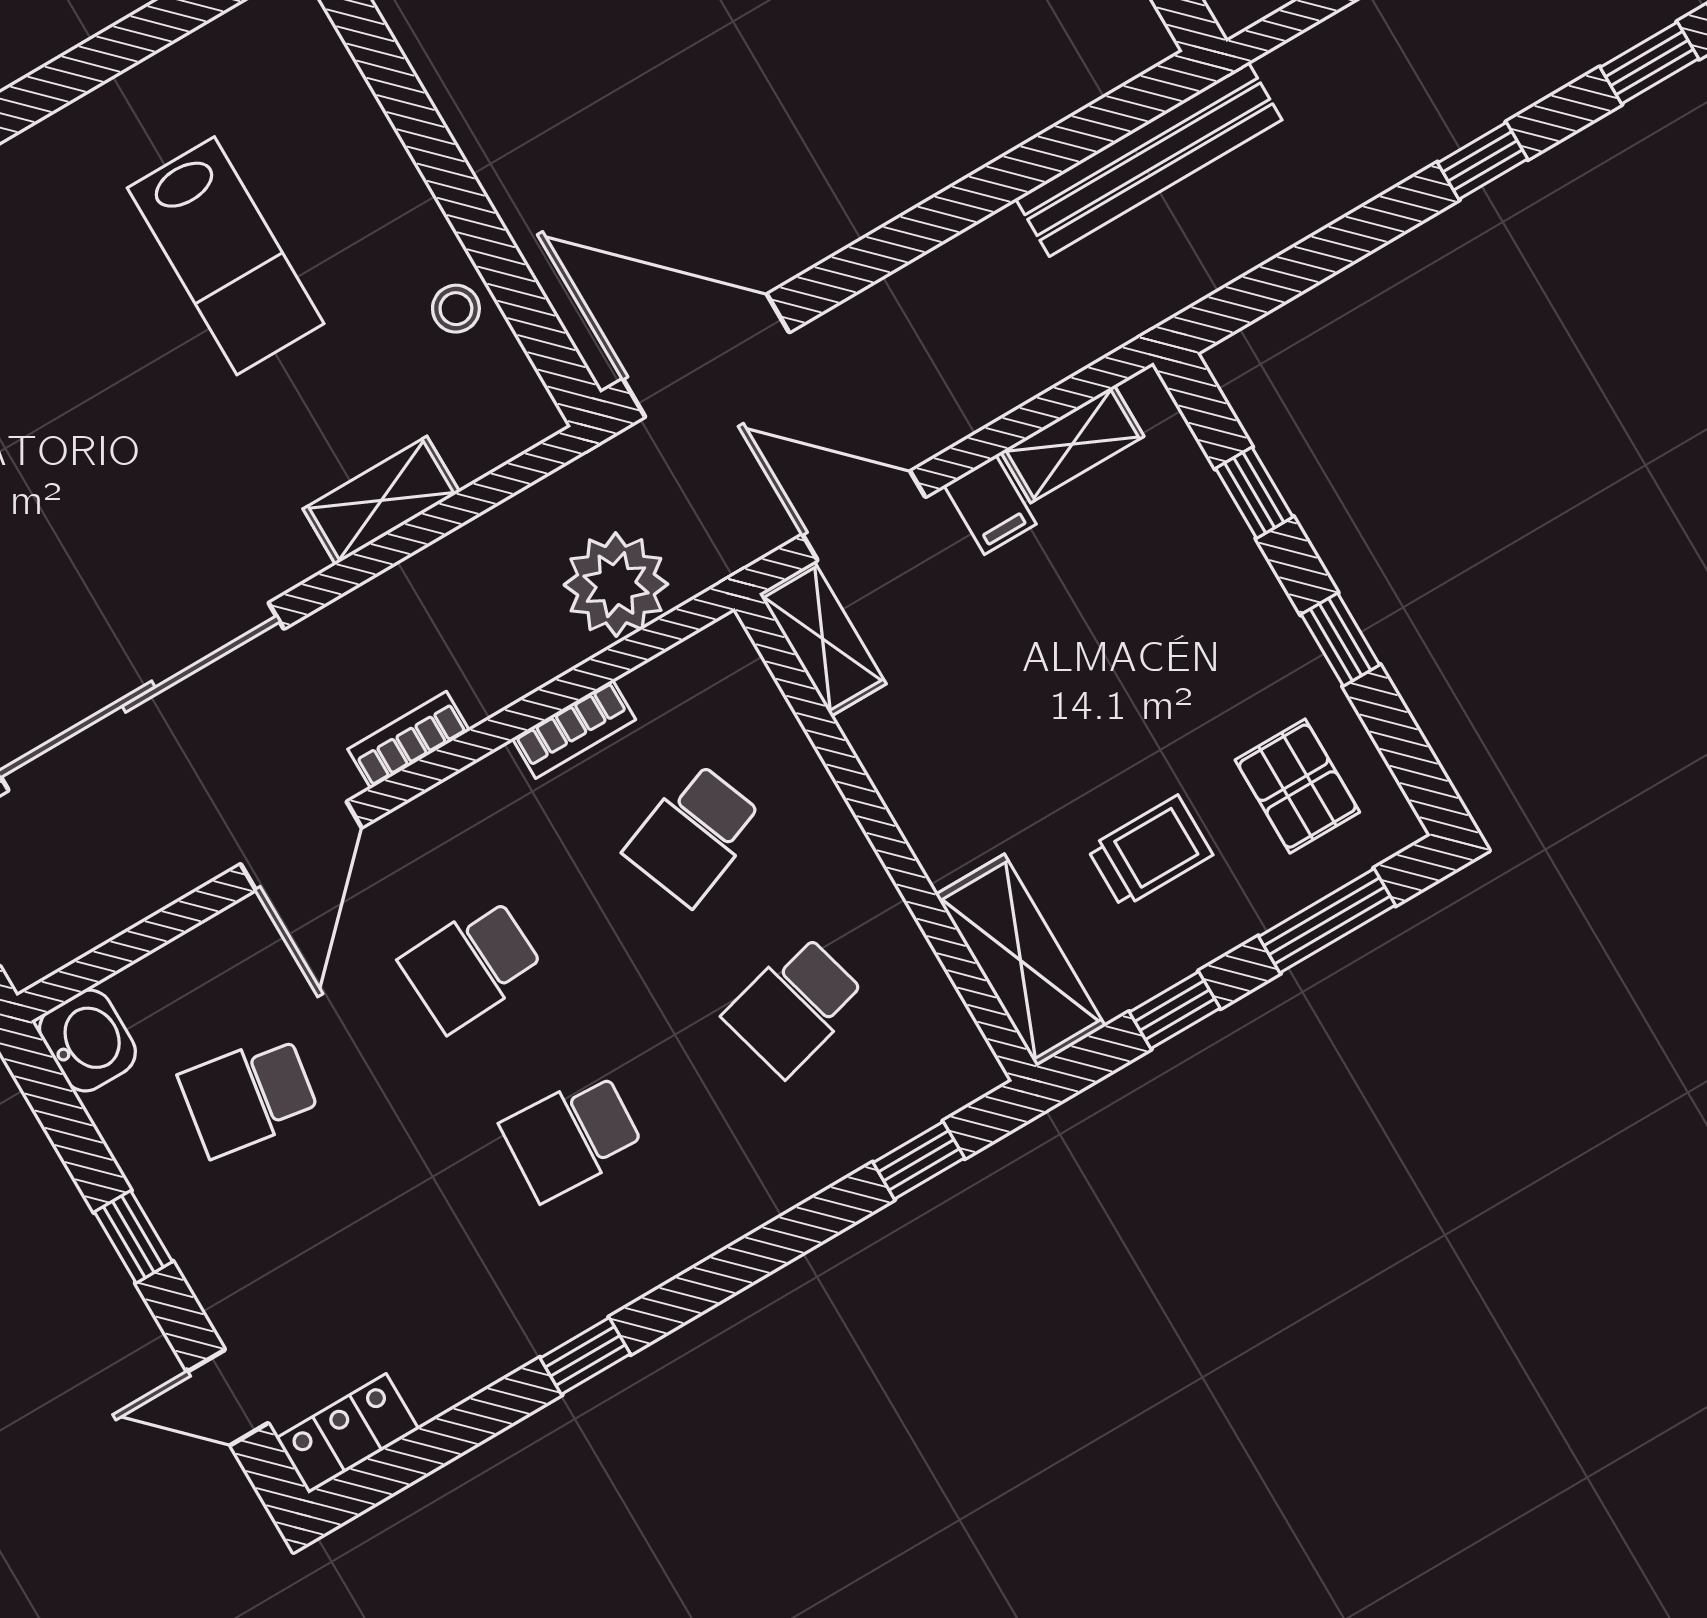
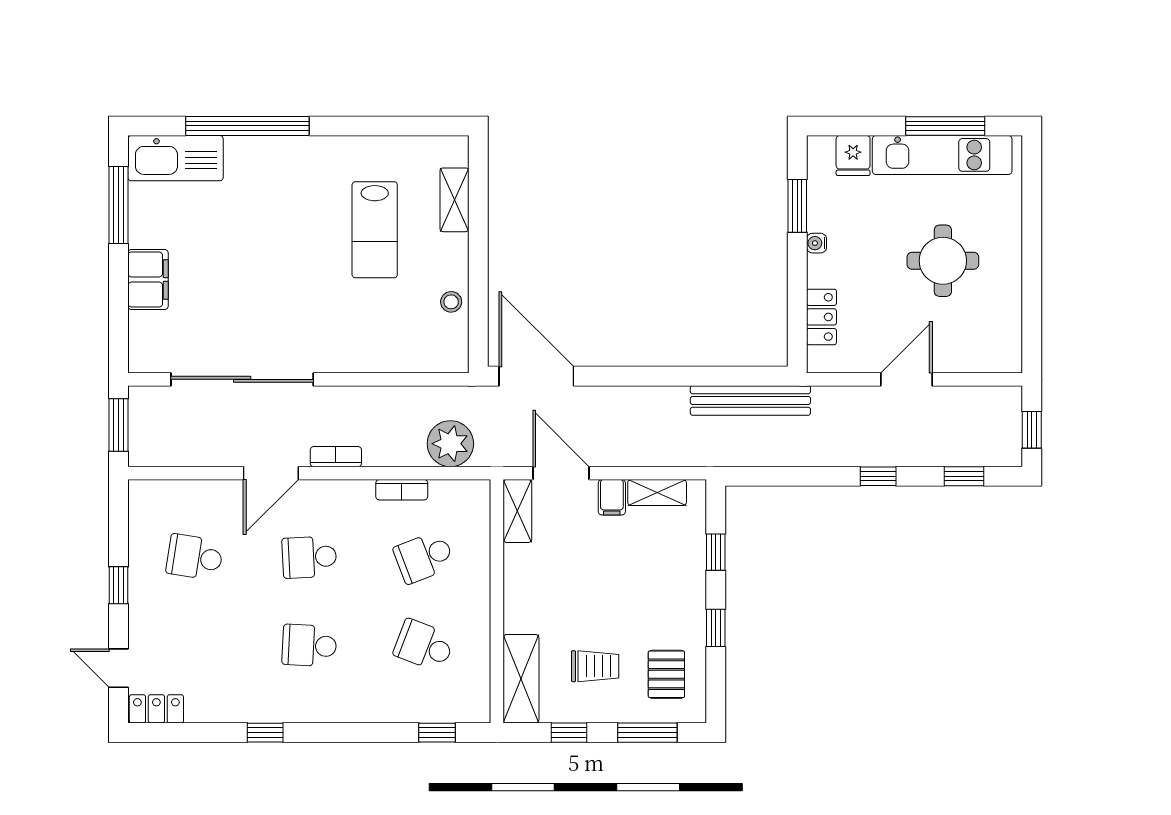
shelving: (381, 500) -> (454, 200), moved, turned 90
school desk: (794, 1006) -> (424, 645), turned 36
washbasin: (87, 1040) -> (145, 500), removed

